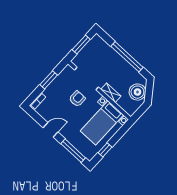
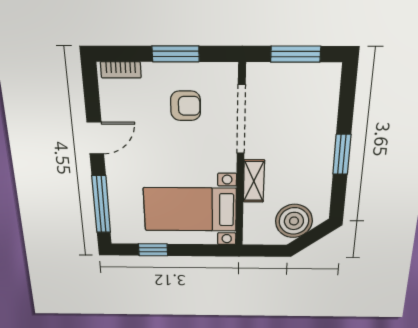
window: (127, 57) -> (342, 154), width x0.47
armchair: (77, 99) -> (186, 106), moved
door: (50, 130) -> (95, 138), hinge flipped

